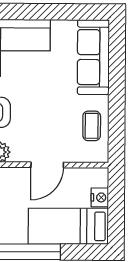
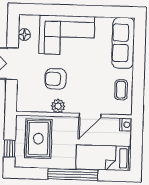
nightstand: (100, 197) -> (126, 125), moved

